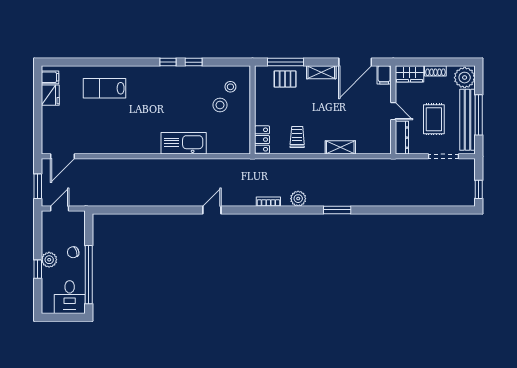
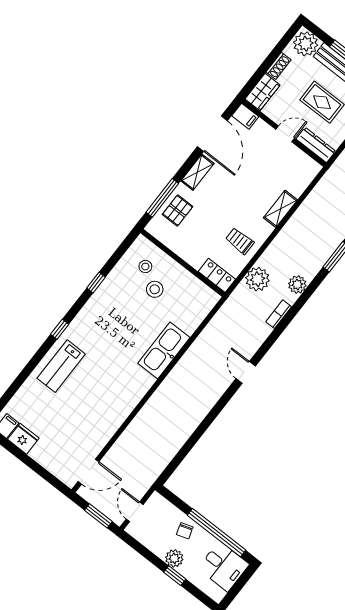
window: (168, 62) -> (60, 329), moved
lab bench: (105, 88) -> (61, 366), moved
door: (63, 156) -> (89, 472), hinge flipped
plant: (281, 169) -> (257, 279), added

